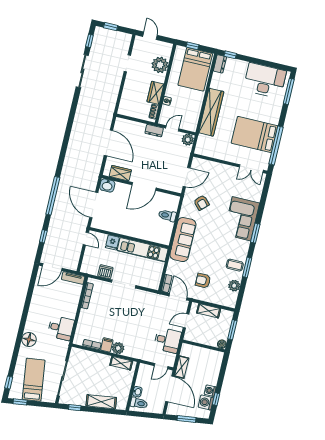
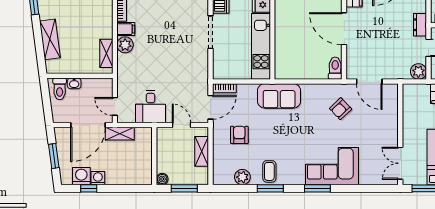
toilet: (167, 215) -> (335, 68), moved
sofa: (183, 240) -> (279, 96), width x0.73

